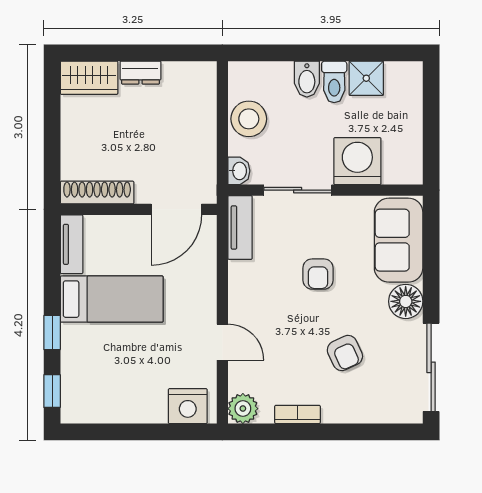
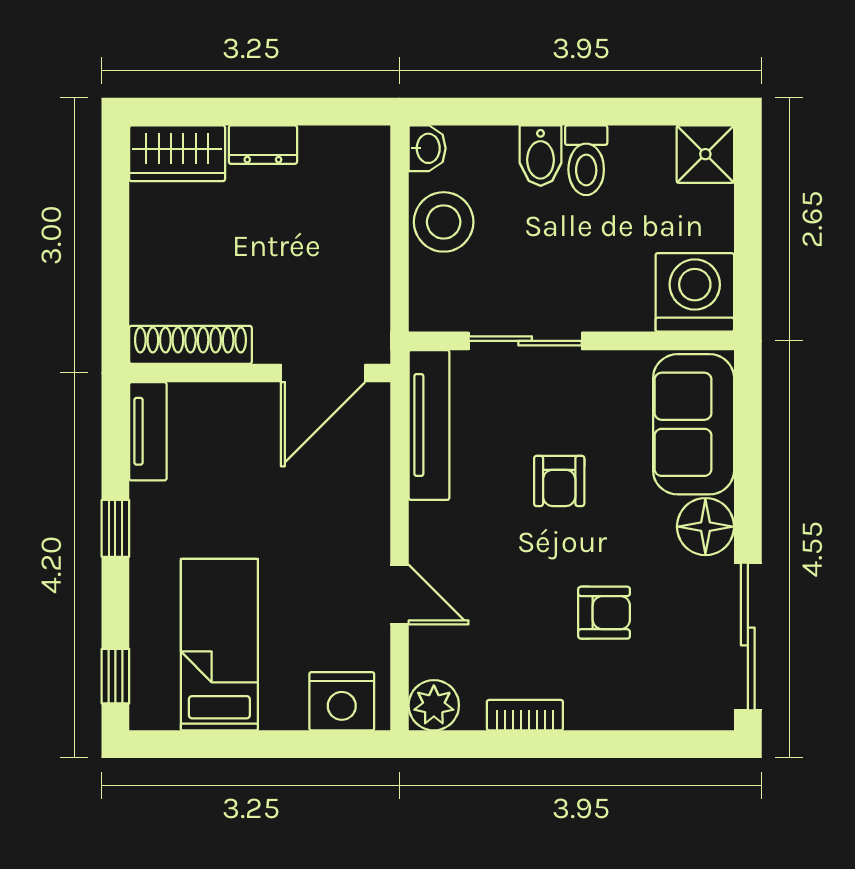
shower: (366, 78) -> (705, 154), moved
washing machine: (357, 161) -> (695, 292), moved
washbasin: (239, 171) -> (427, 148), moved
tv unit: (240, 227) -> (429, 425), width x1.41
bed: (112, 299) -> (219, 645), moved, turned -90
window: (52, 332) -> (115, 528), moved
armchair: (345, 353) -> (604, 613), turned -65

